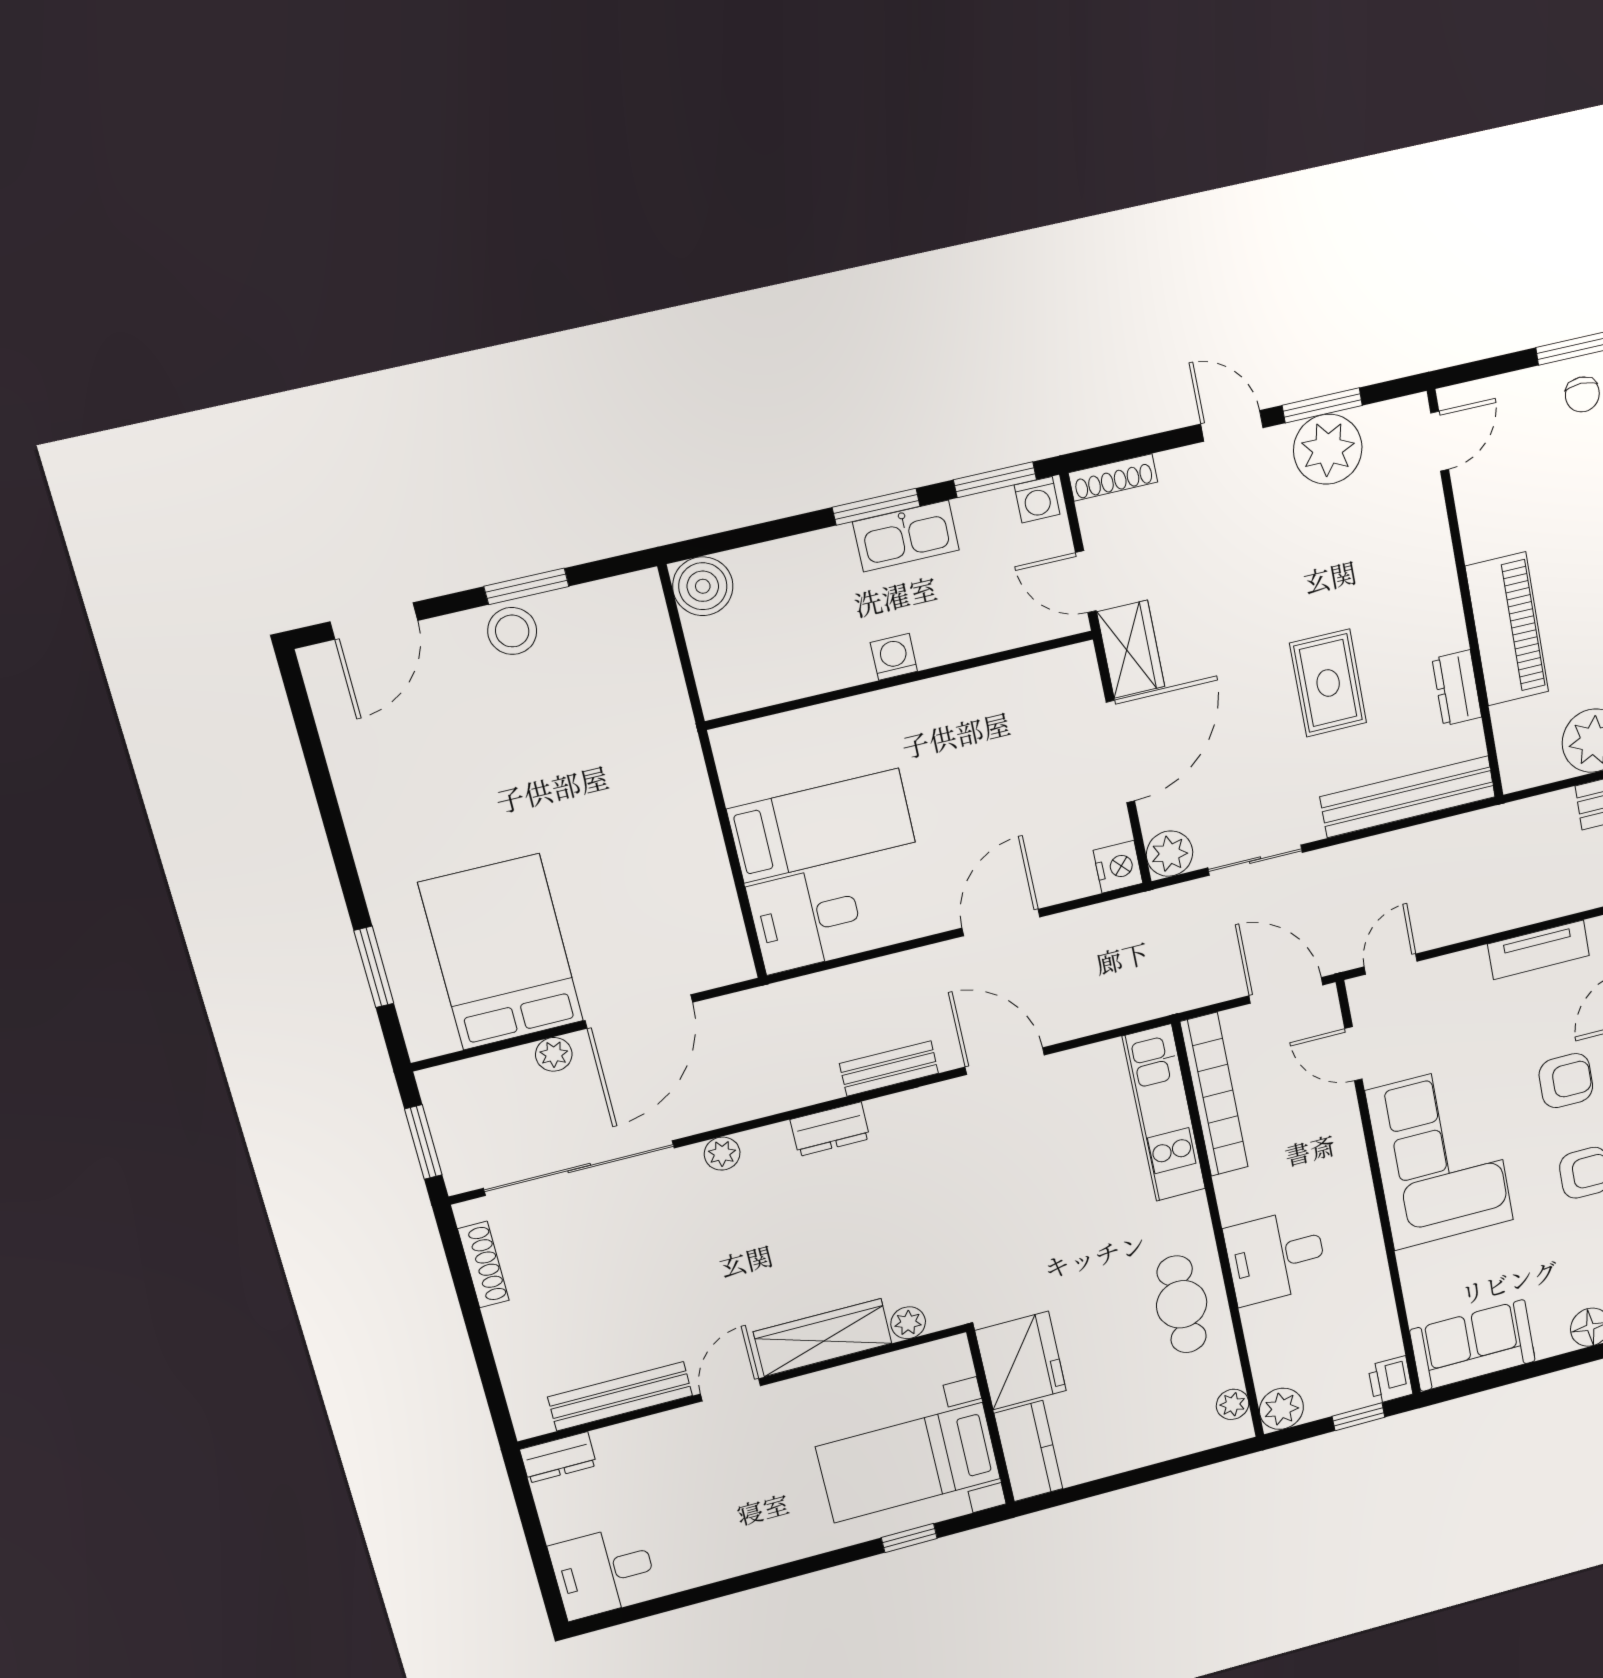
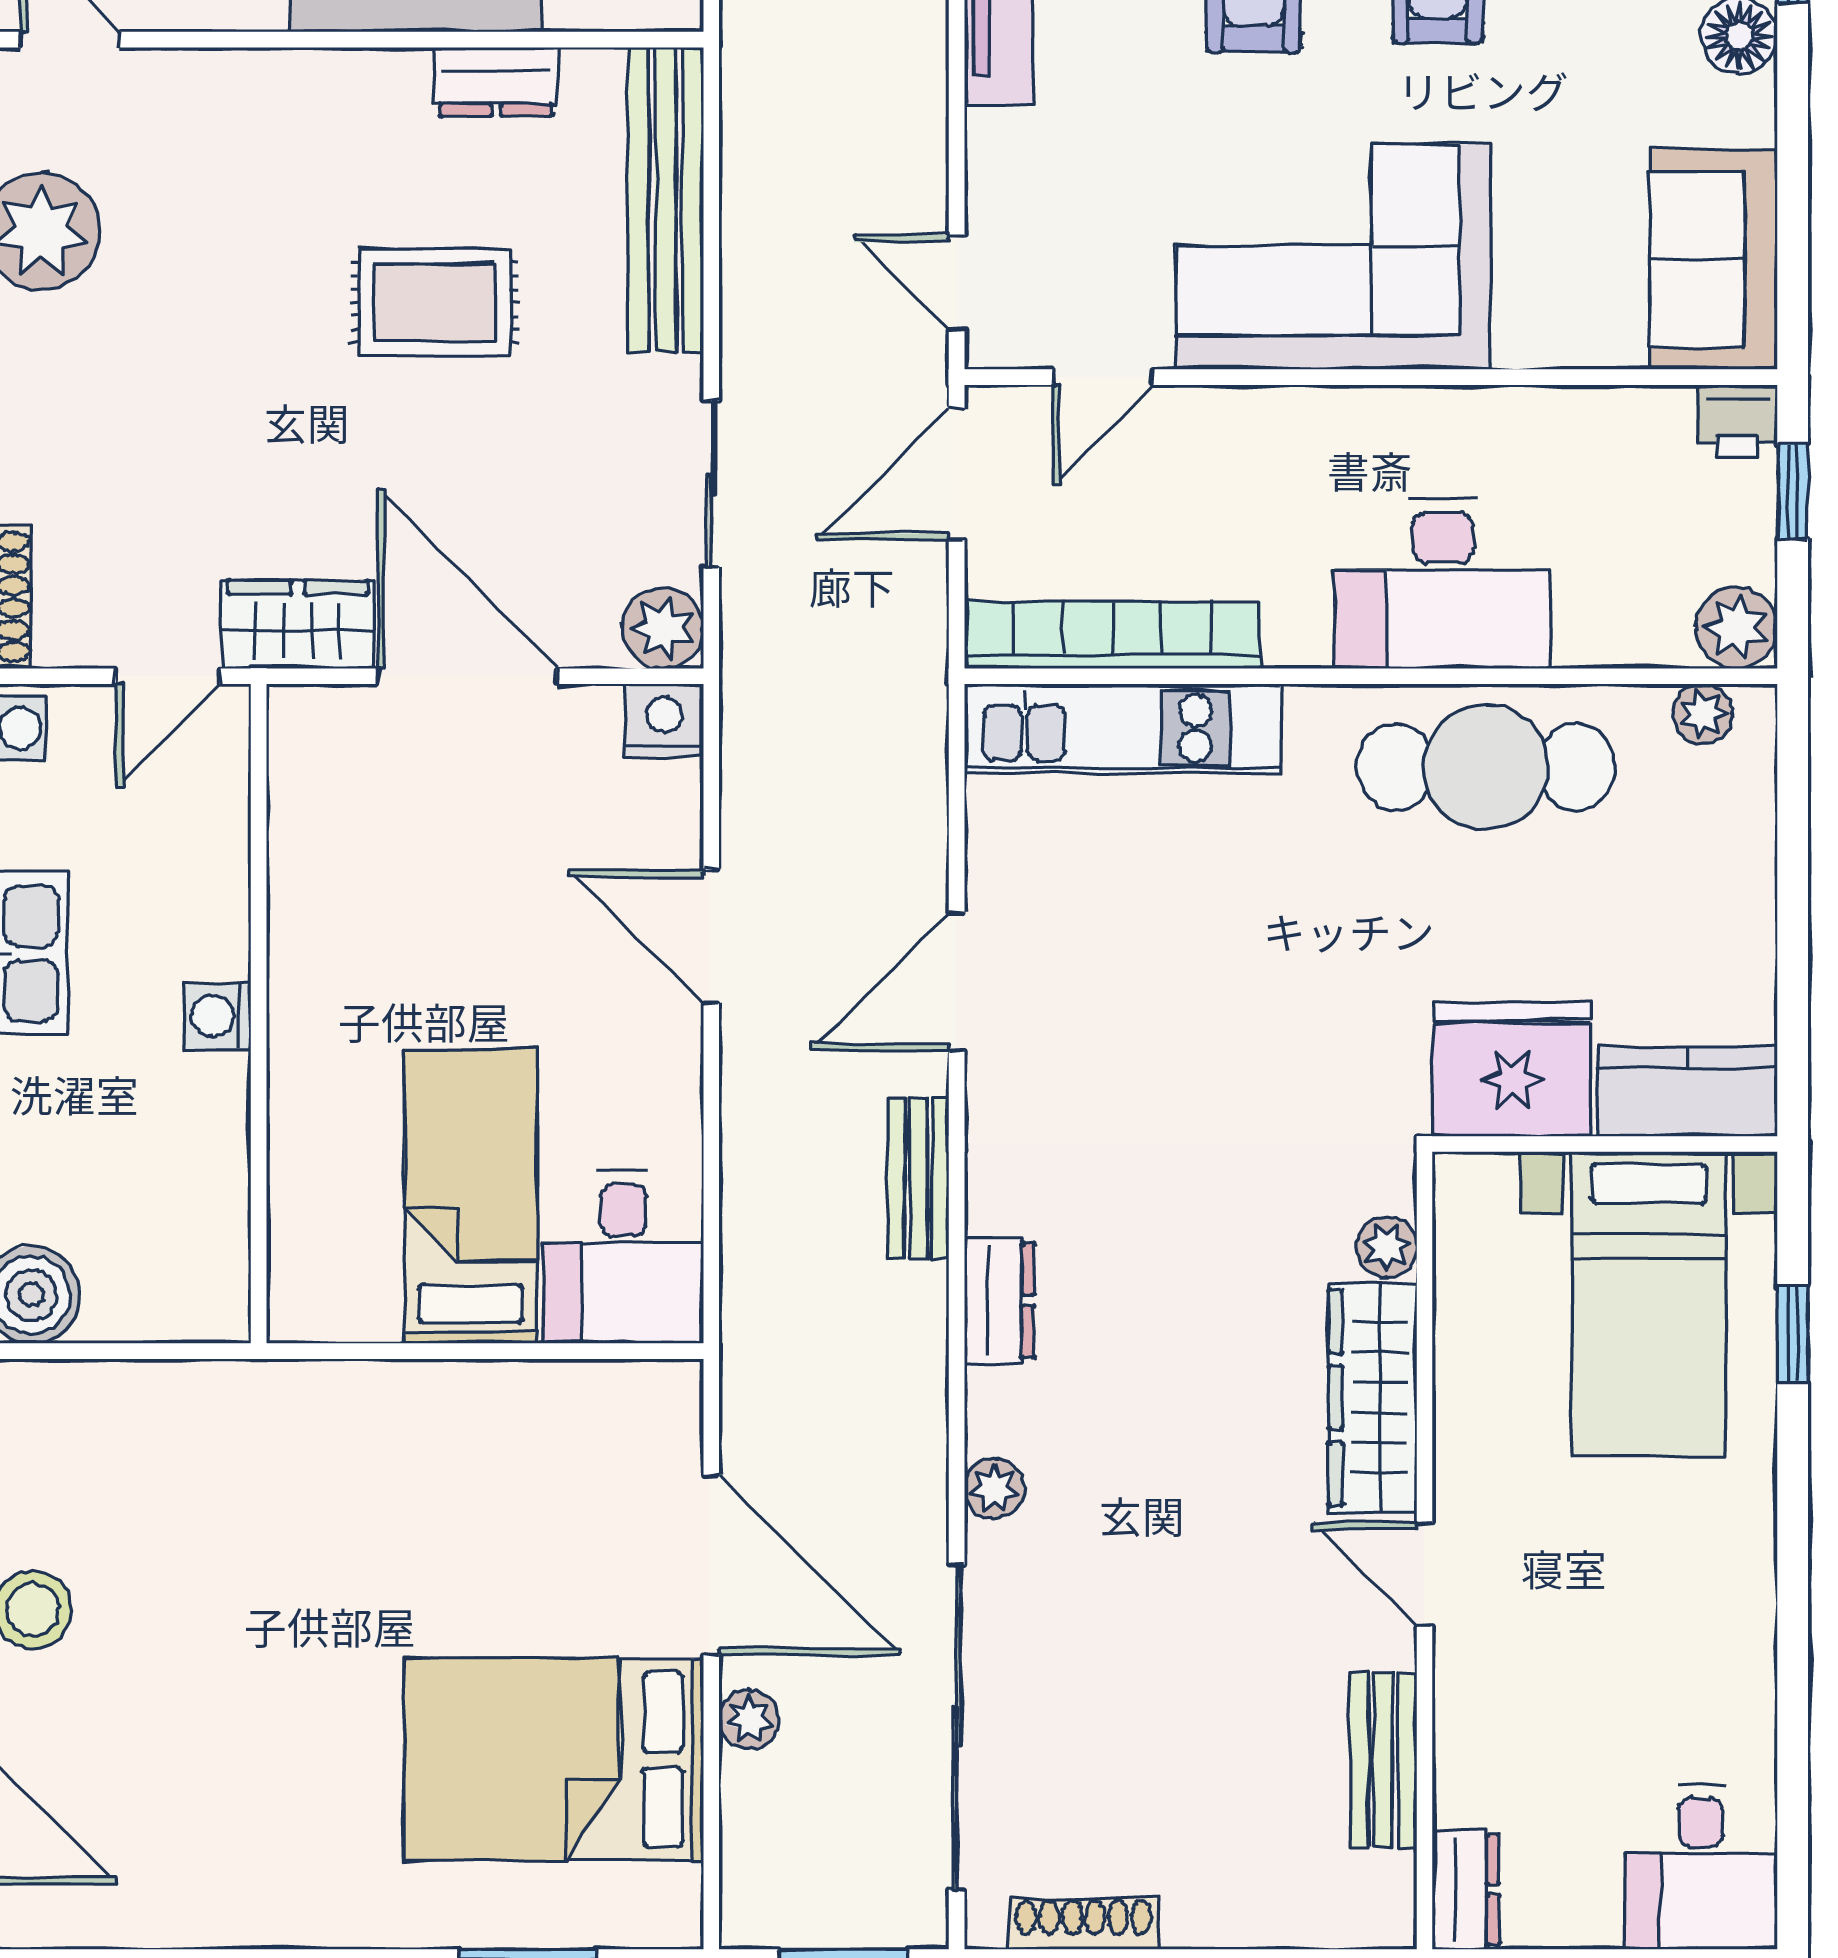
desk: (1276, 1257) -> (1443, 584), width x1.37
cafe table: (1182, 1304) -> (1486, 767), width x1.37, depth x1.35
bench: (620, 1396) -> (1383, 1760), width x0.73

